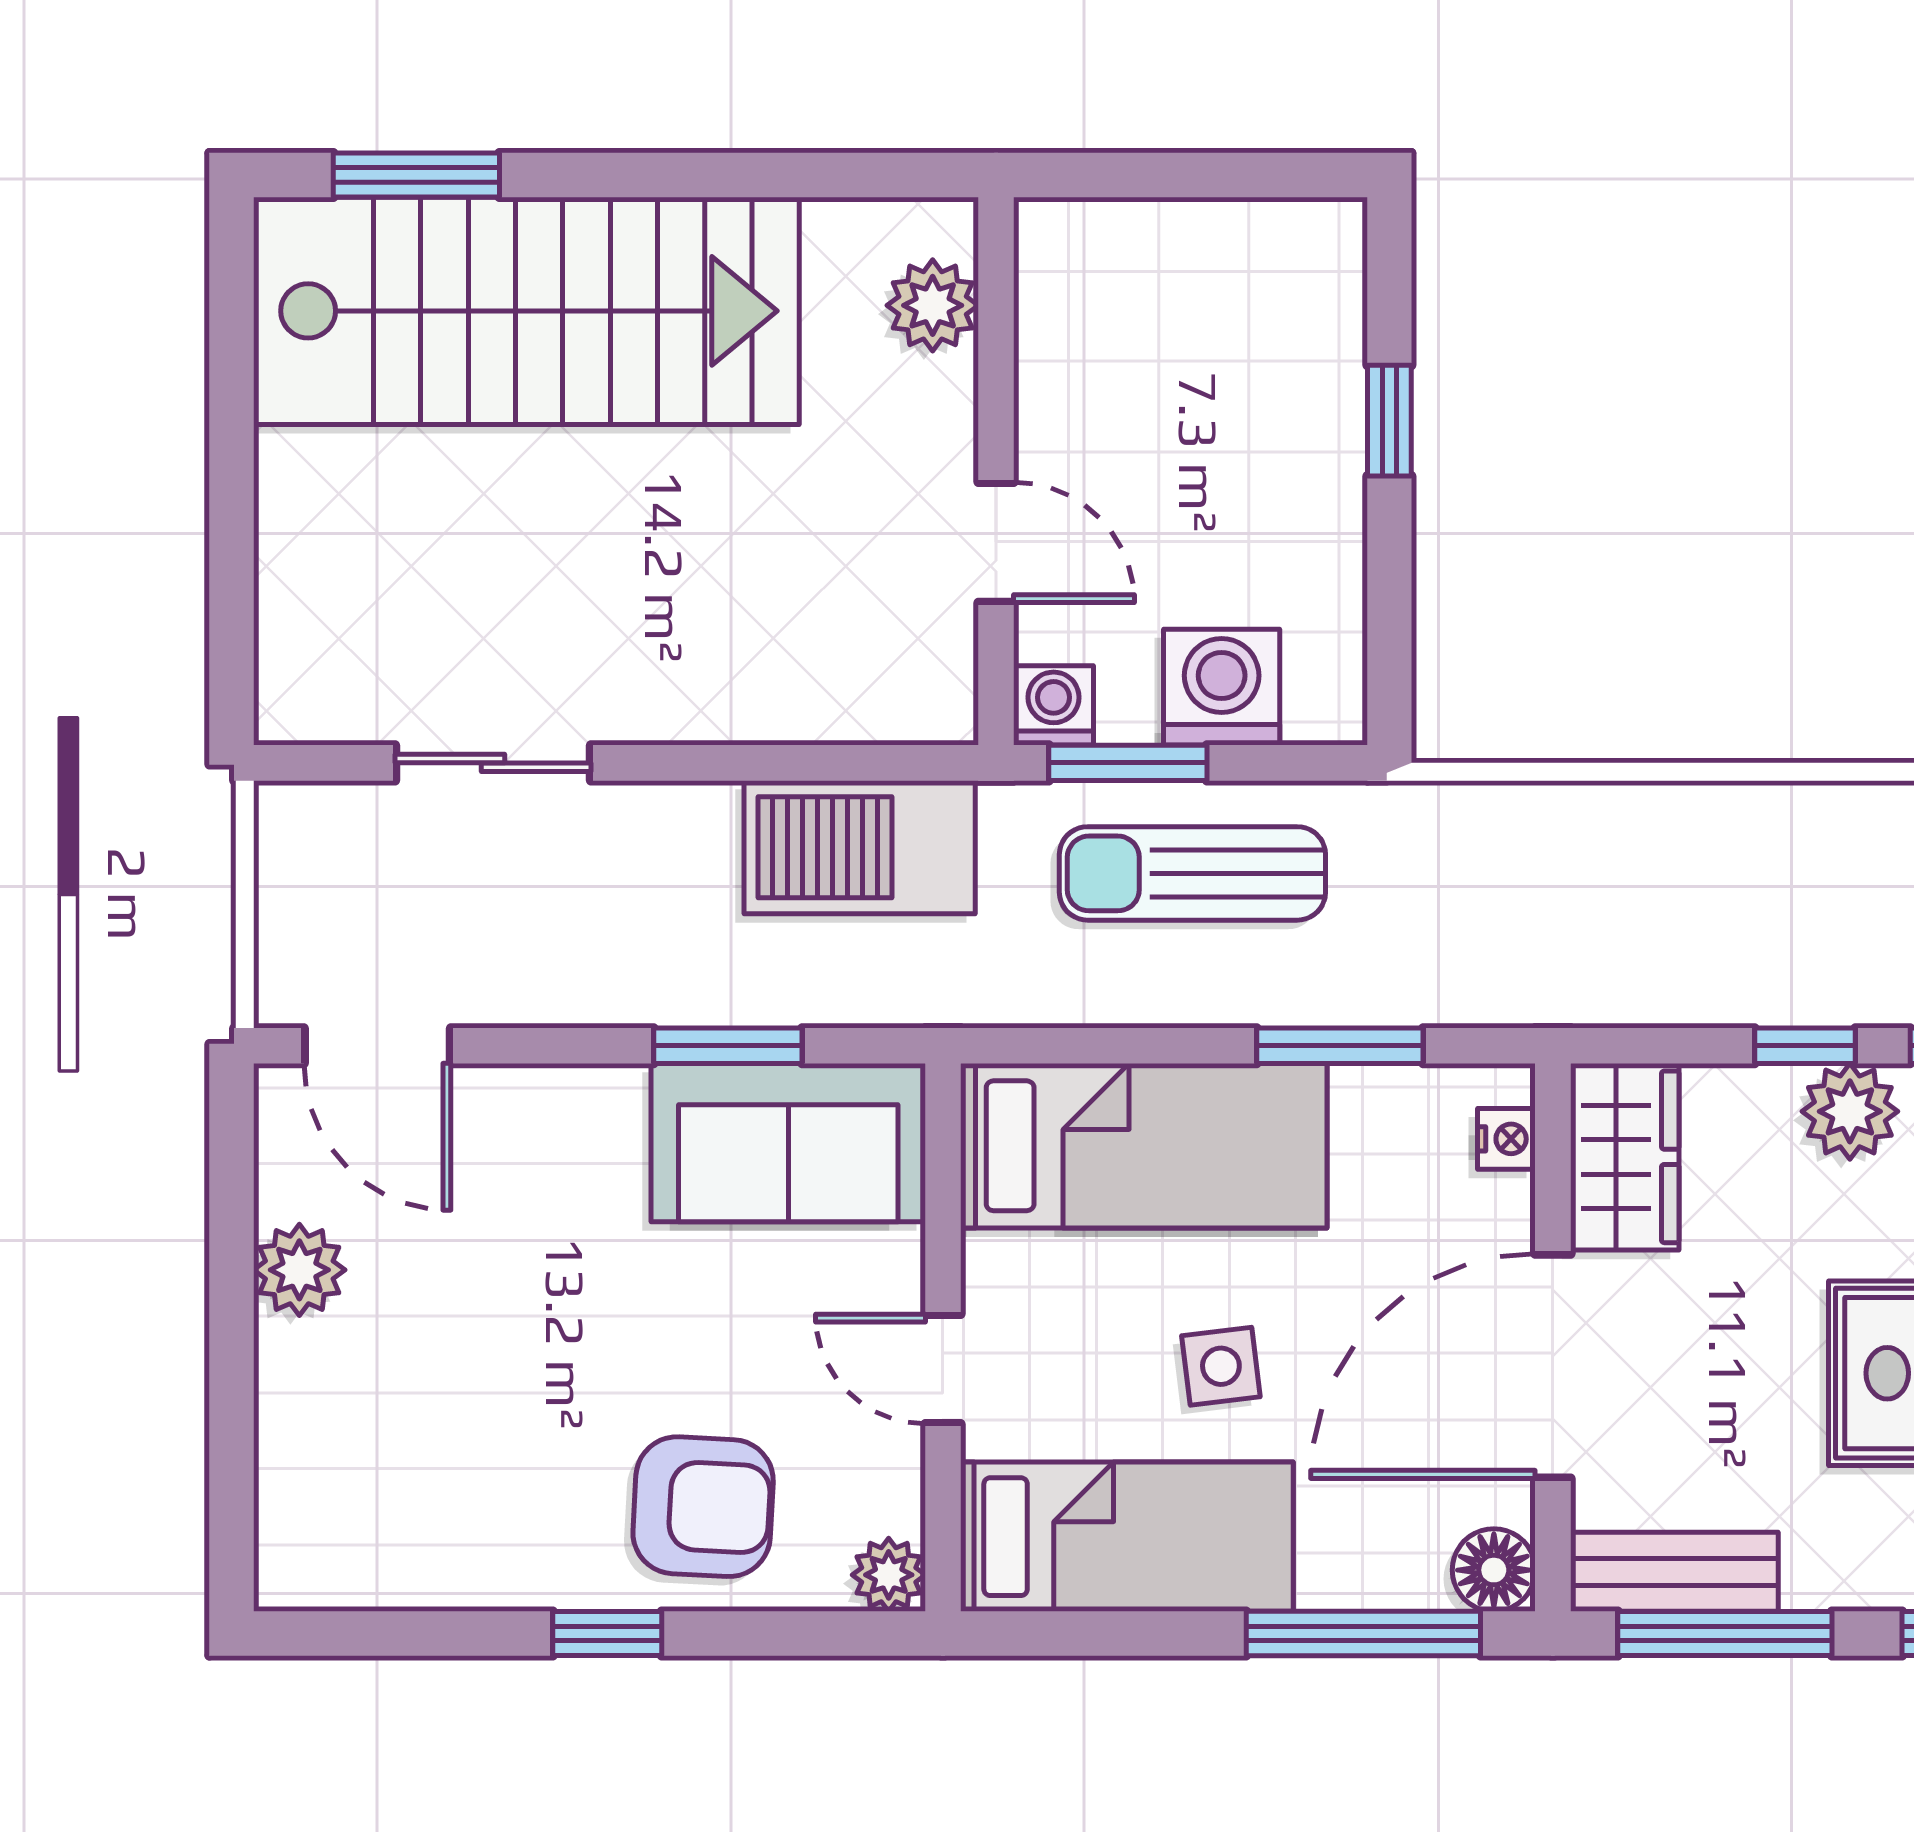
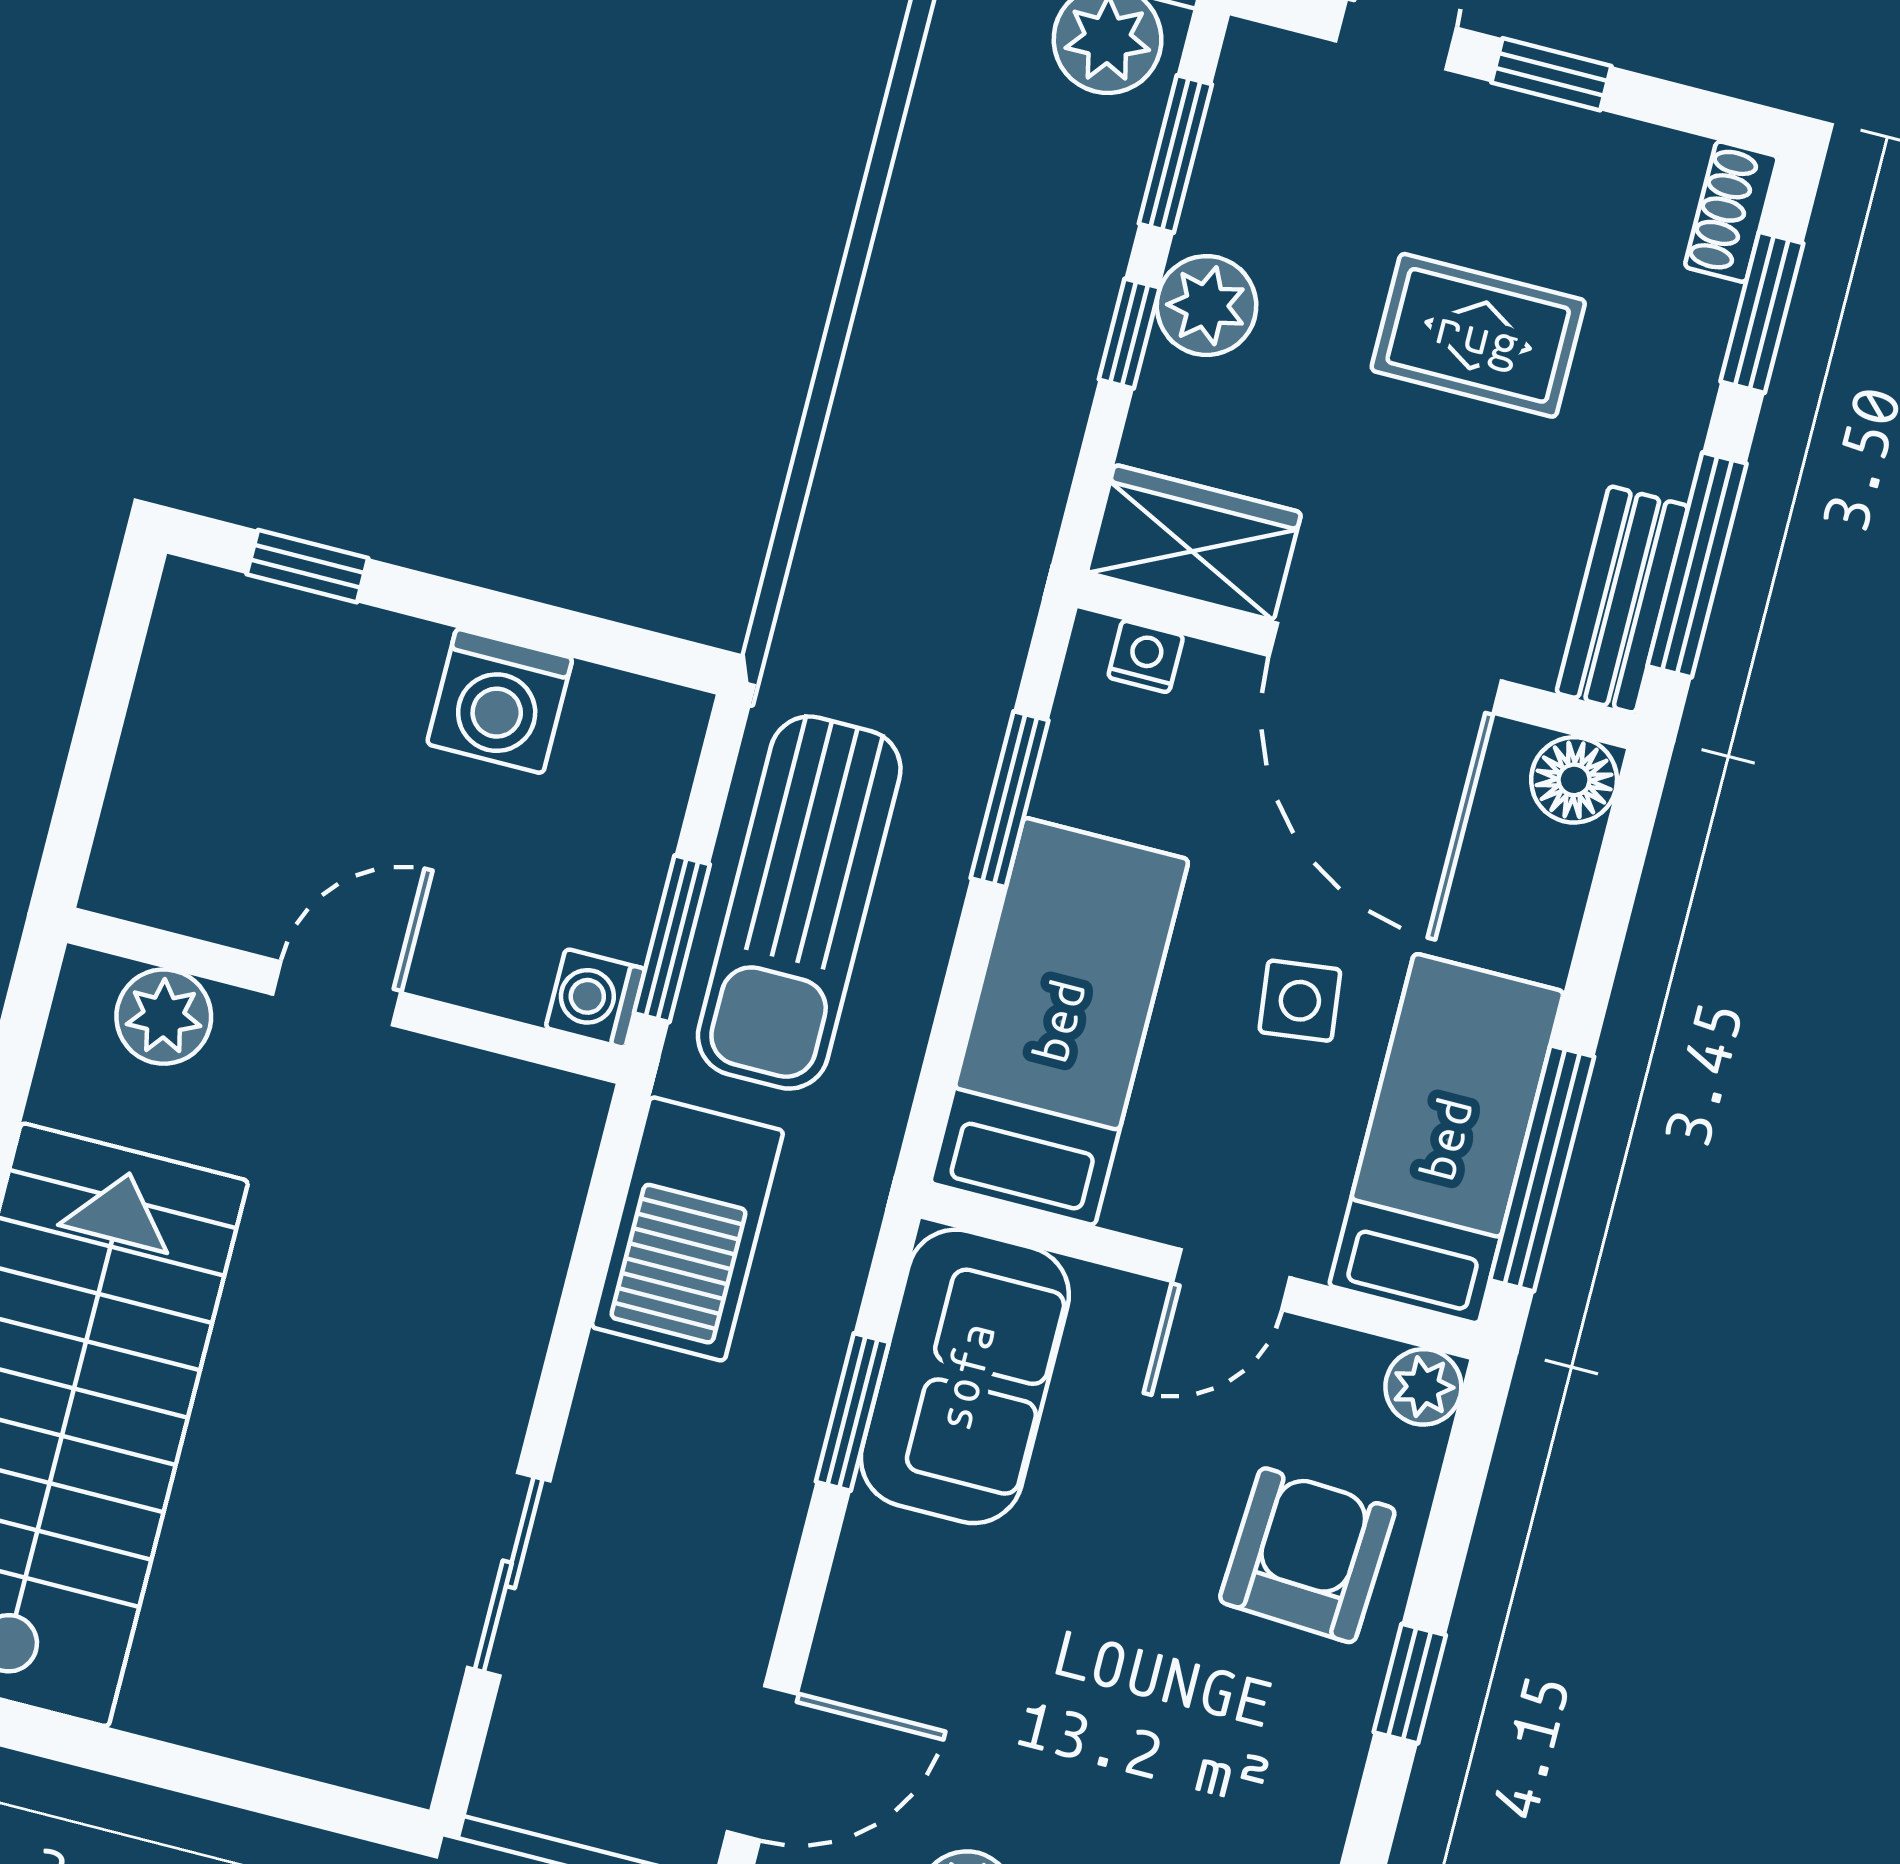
window: (1389, 421) -> (307, 566), moved
door: (996, 542) -> (337, 993), moved
washing machine: (1222, 687) -> (500, 701), moved, turned -90
sun lounger: (1192, 873) -> (799, 903), width x1.36, depth x1.34
window: (1363, 1634) -> (1542, 1168), moved

